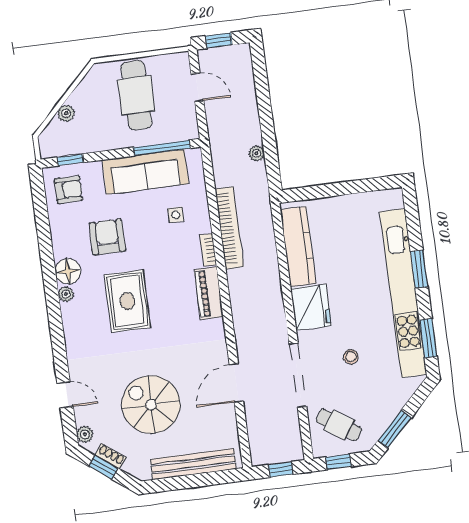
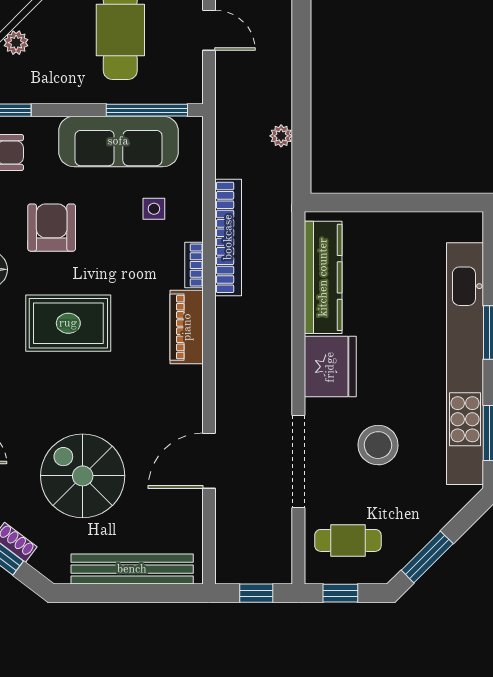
rug: (127, 301) -> (68, 323), turned 90
stool: (351, 357) -> (378, 445), width x1.89, depth x1.89
cafe table: (339, 425) -> (348, 540), turned -34

